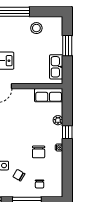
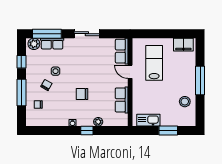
row of seats: (49, 95) -> (122, 100), moved
chair: (39, 152) -> (82, 94), moved

